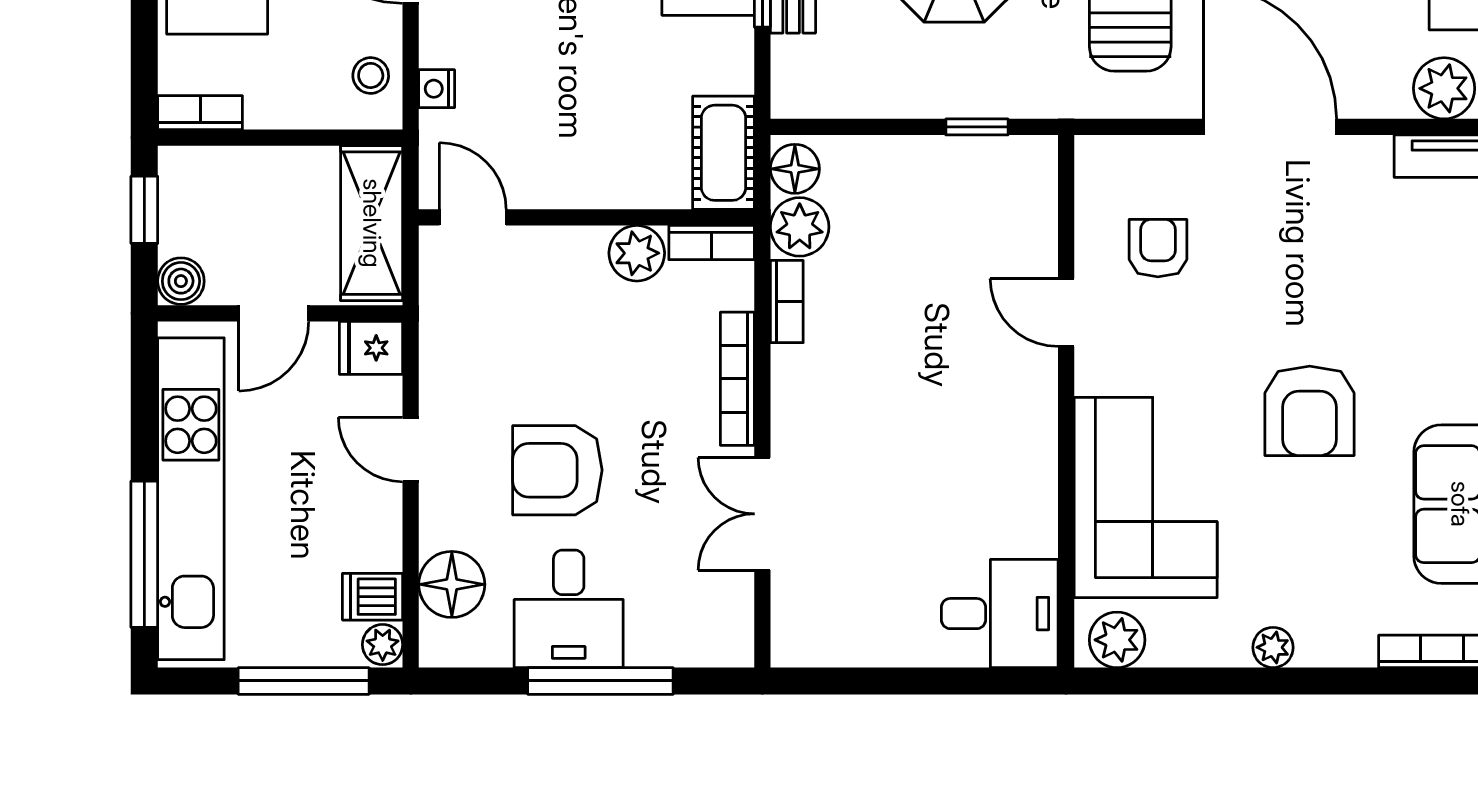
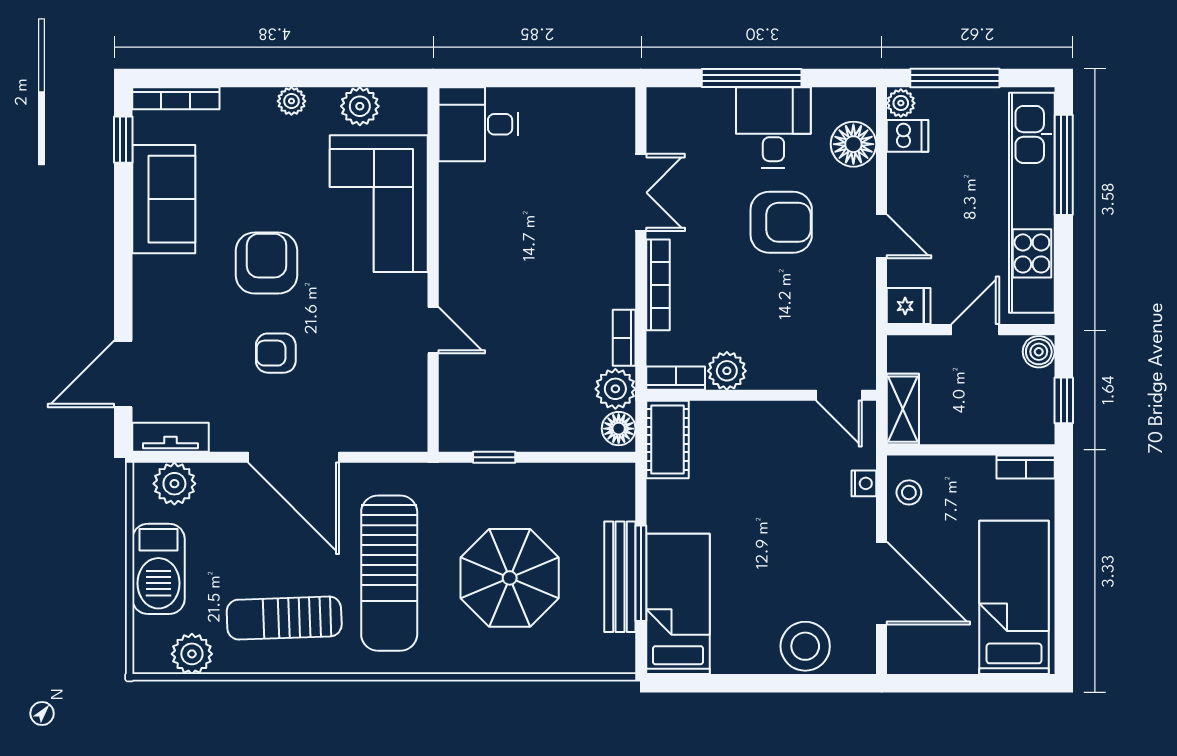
shelving: (372, 223) -> (903, 409), width x0.67, depth x0.75
armchair: (1158, 248) -> (276, 353), moved, turned 90
plant: (1117, 640) -> (360, 106), moved

